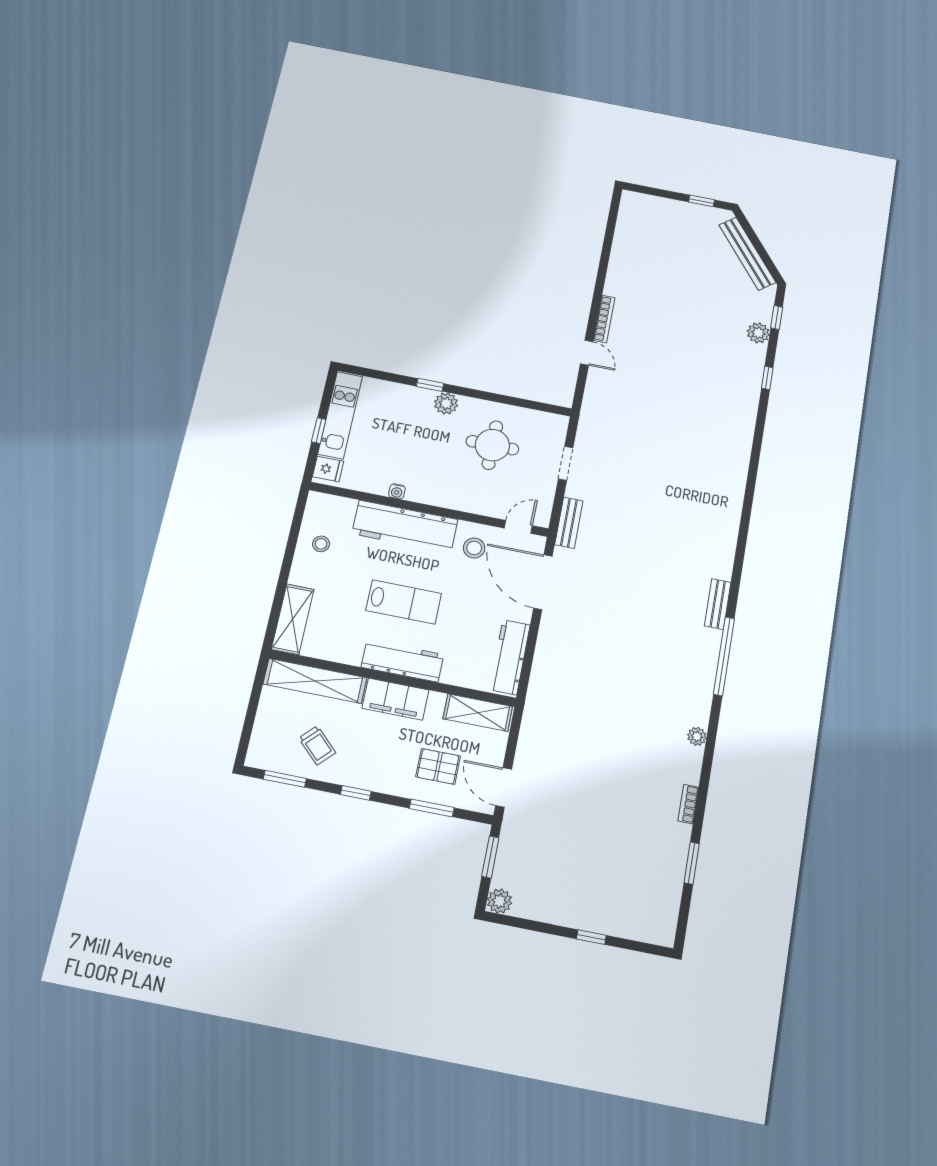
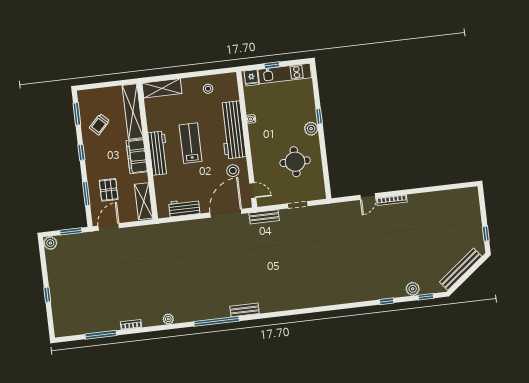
lab bench: (404, 602) -> (191, 143), turned 180
workbench: (510, 657) -> (184, 208), width x0.73
window: (692, 863) -> (101, 335), width x1.44

